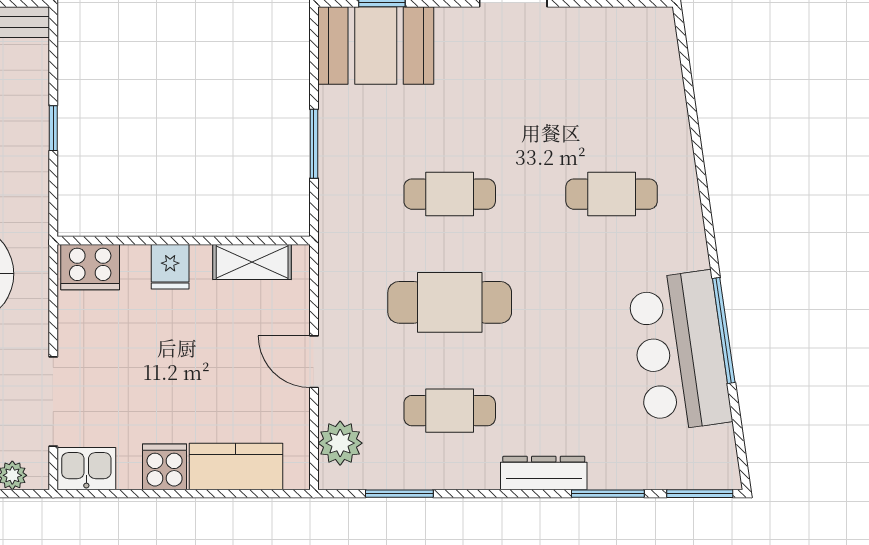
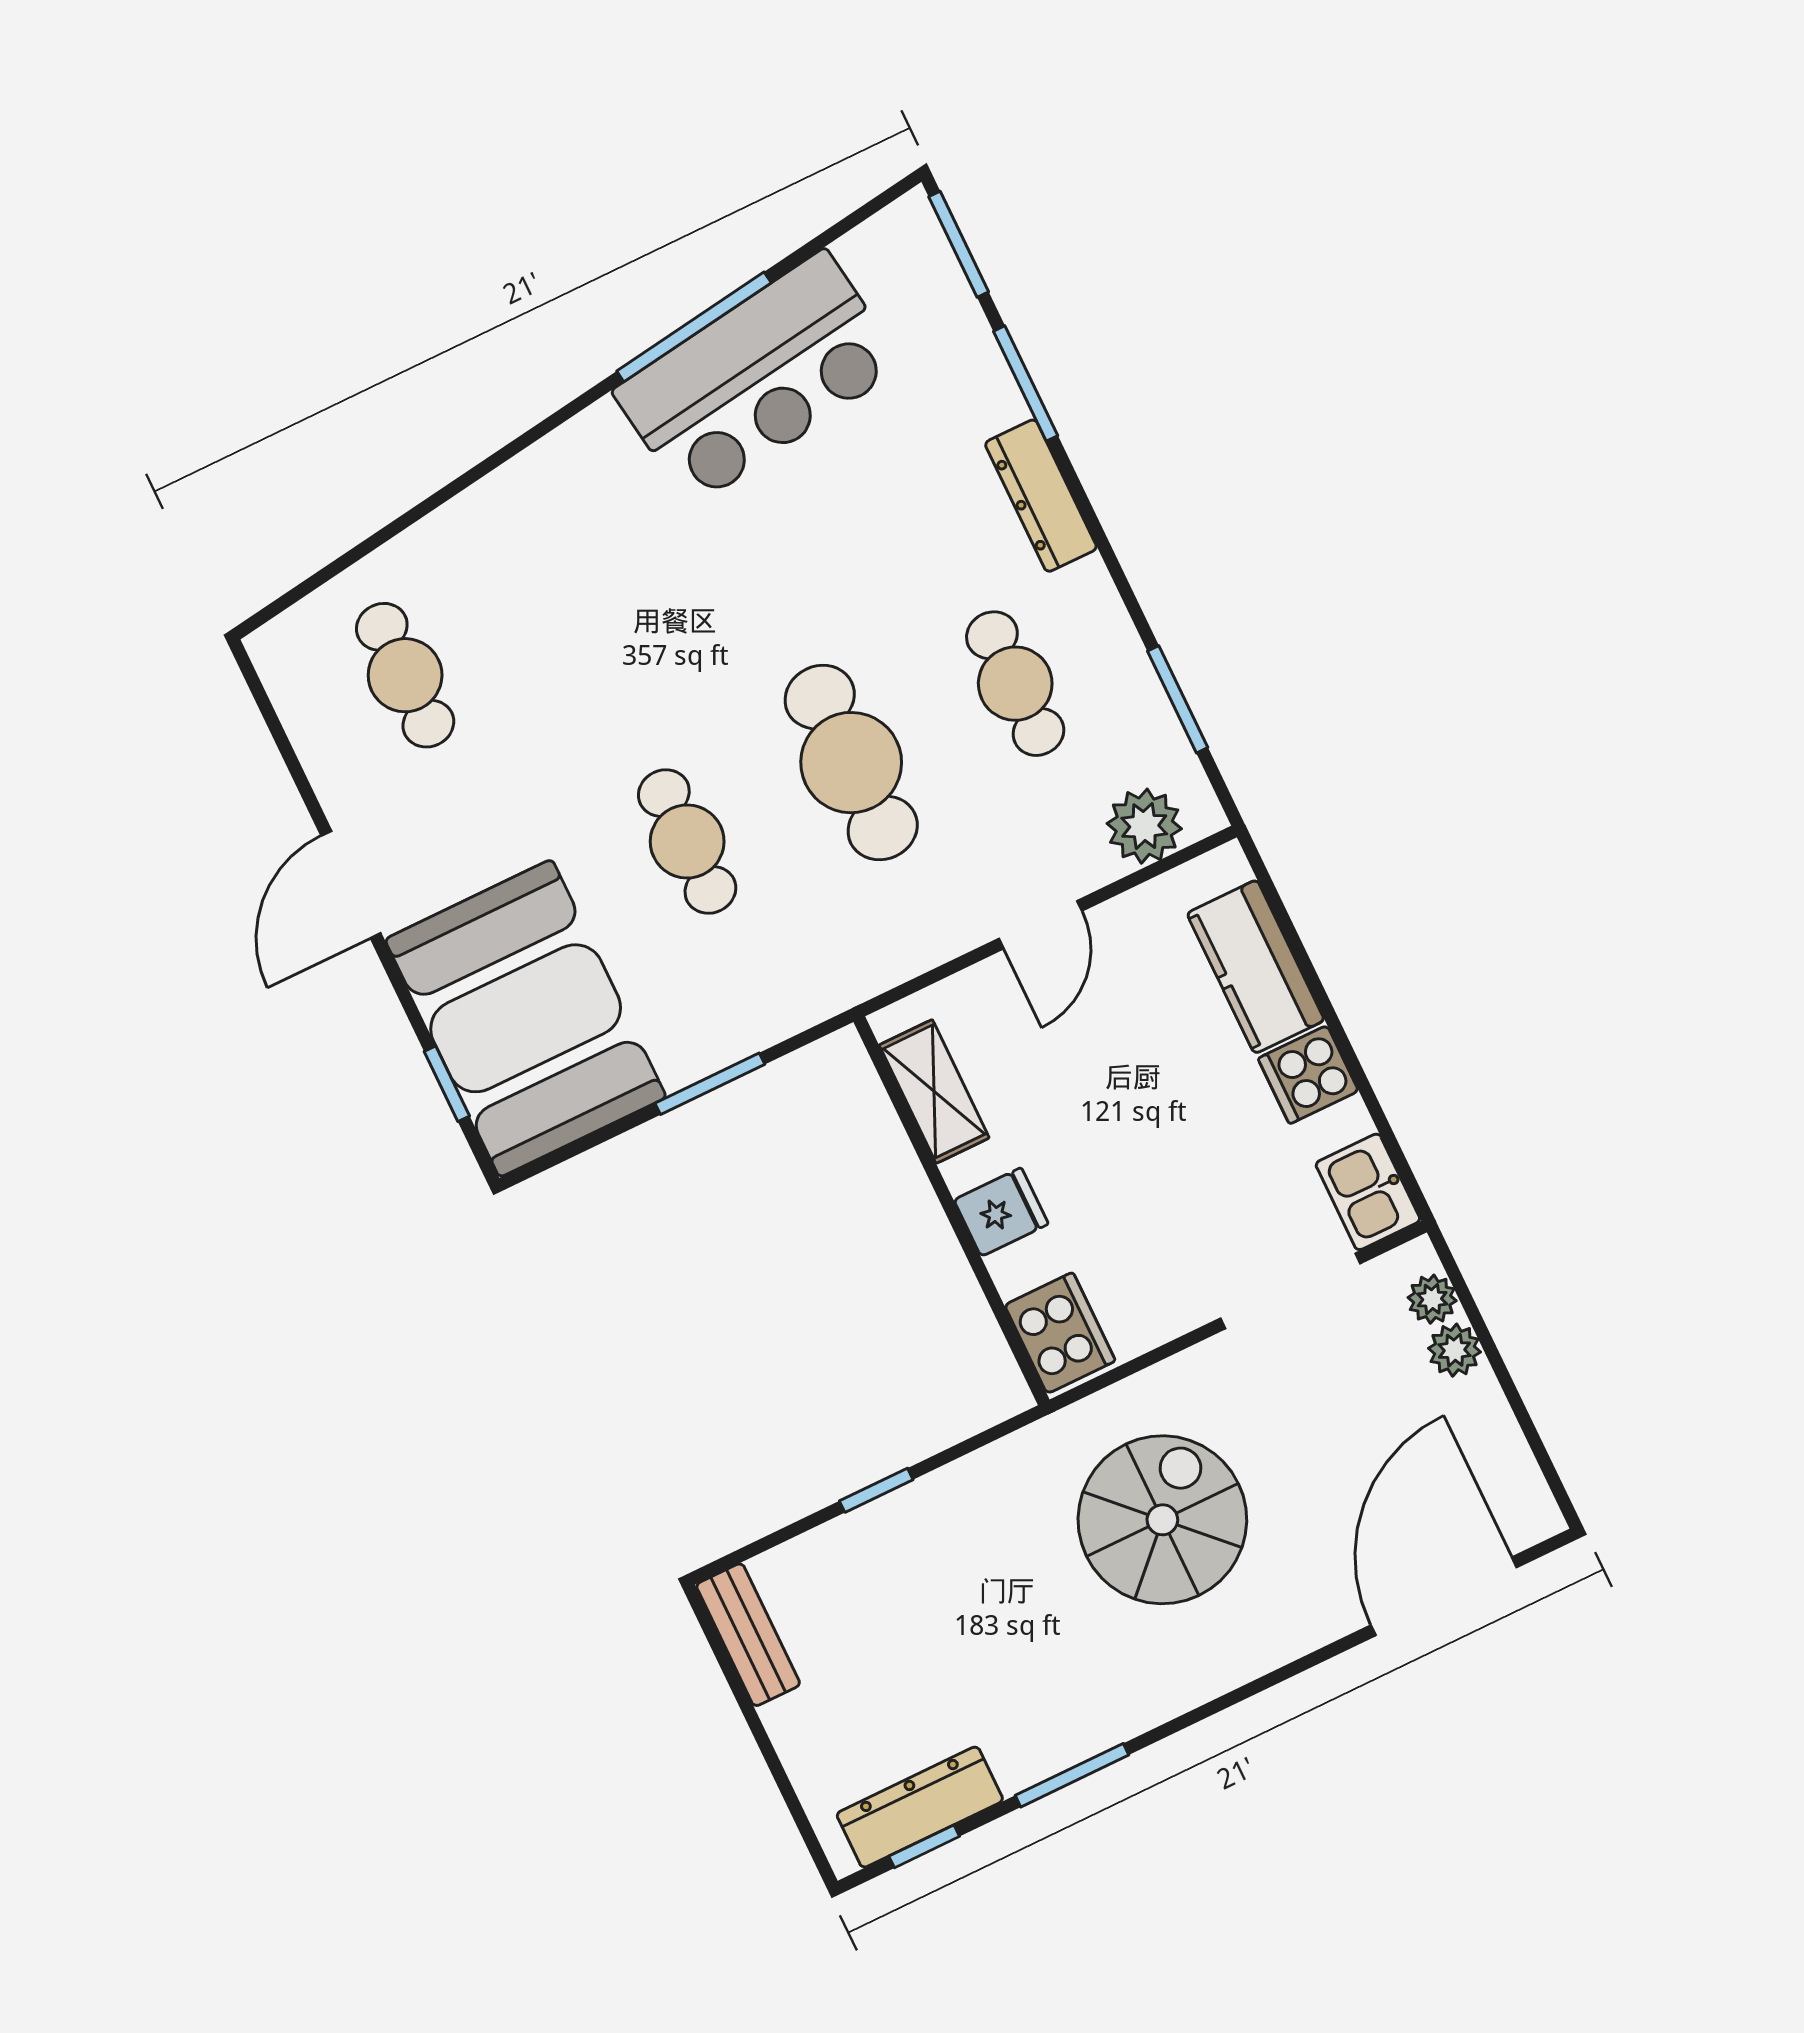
booth: (376, 46) -> (526, 1018), width x1.36, depth x1.42
cafe table: (612, 194) -> (405, 675), moved

